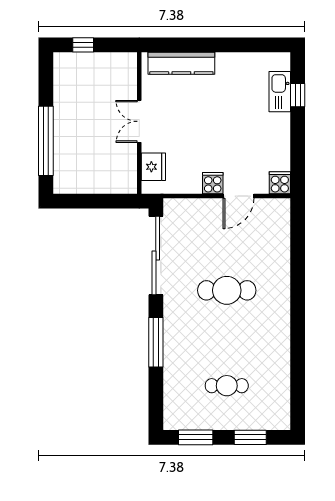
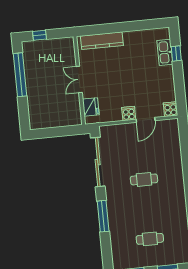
window: (46, 141) -> (20, 75), moved
cafe table: (227, 290) -> (144, 179), width x0.73, depth x0.74

